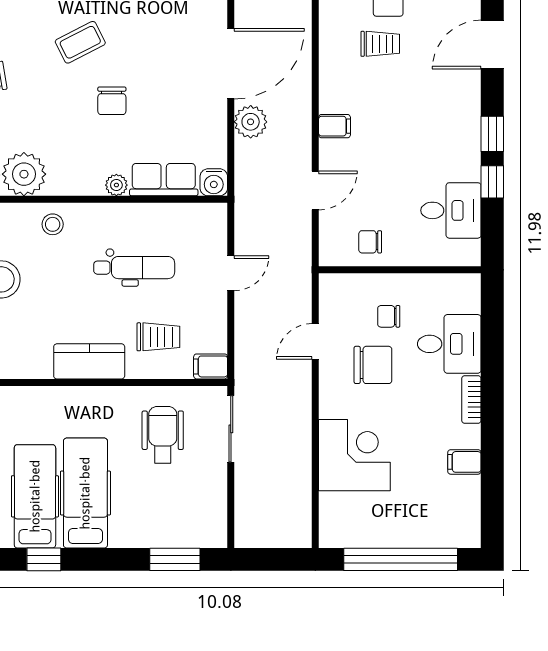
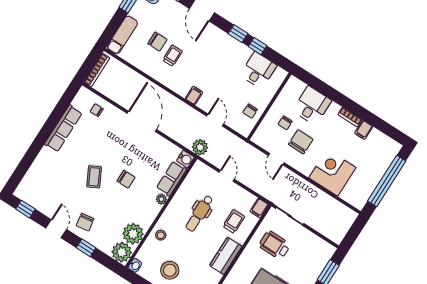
plant: (251, 122) -> (200, 147), moved
dental chair: (134, 268) -> (199, 213), turned 180
bookcase: (471, 399) -> (350, 117), moved

